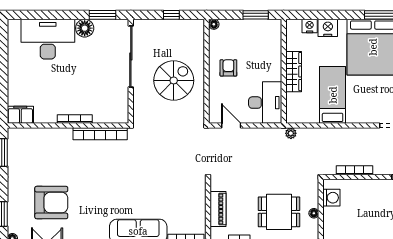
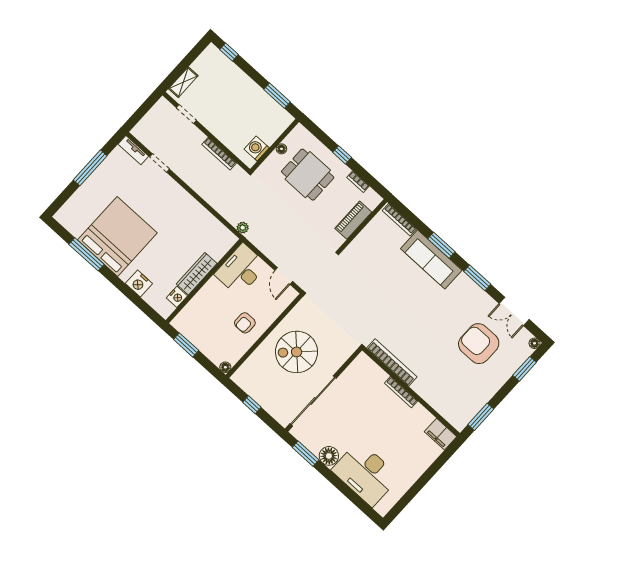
nightstand: (310, 26) -> (177, 297), moved, turned -90
bed: (333, 95) -> (183, 228), removed

